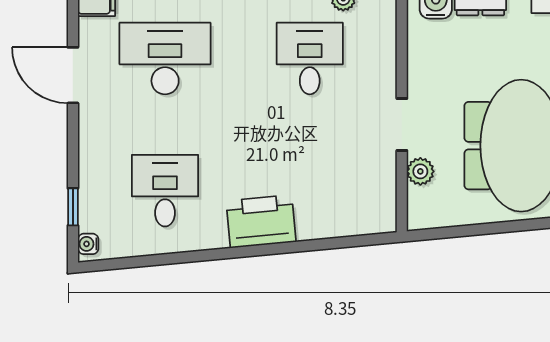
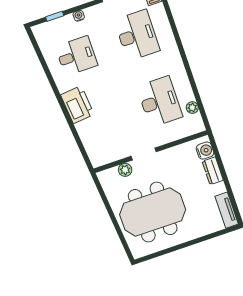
desk: (310, 59) -> (160, 102), width x1.37
water cooler: (88, 244) -> (79, 16), moved

